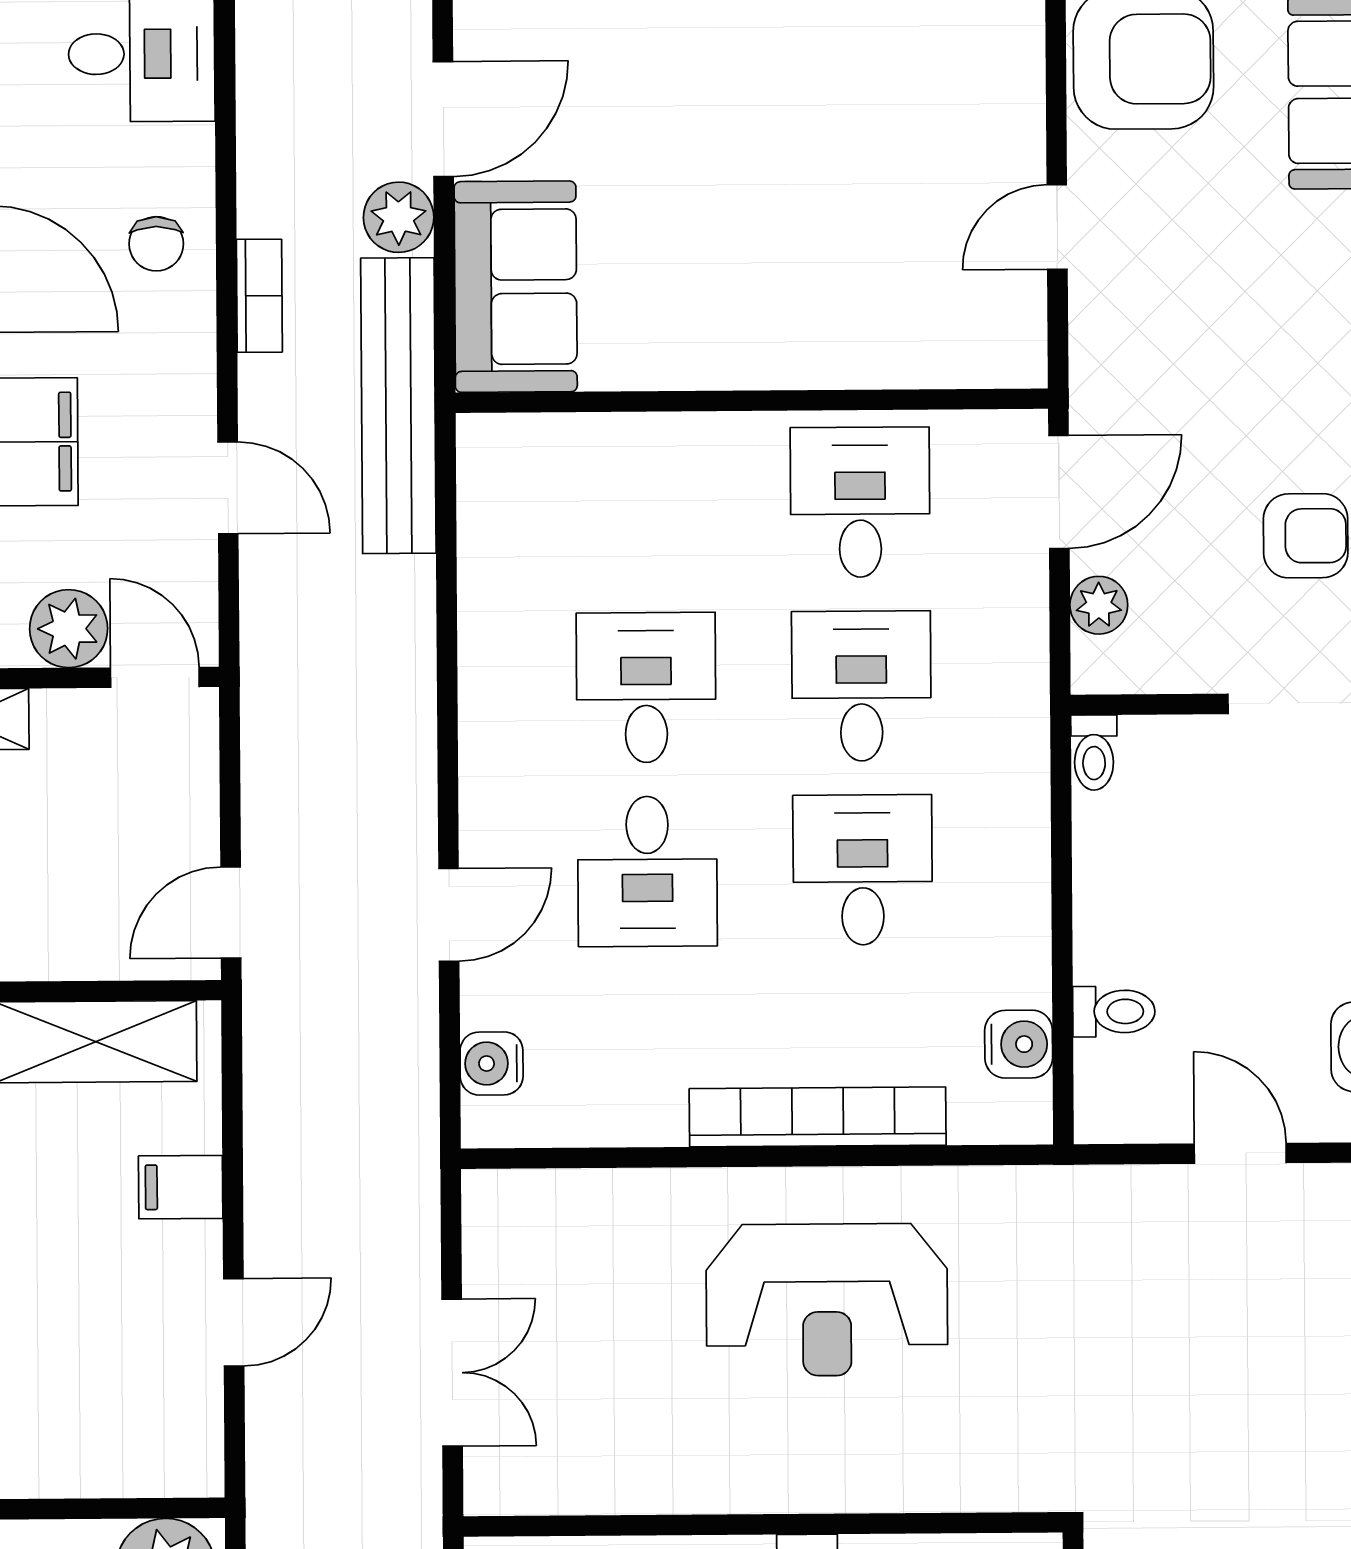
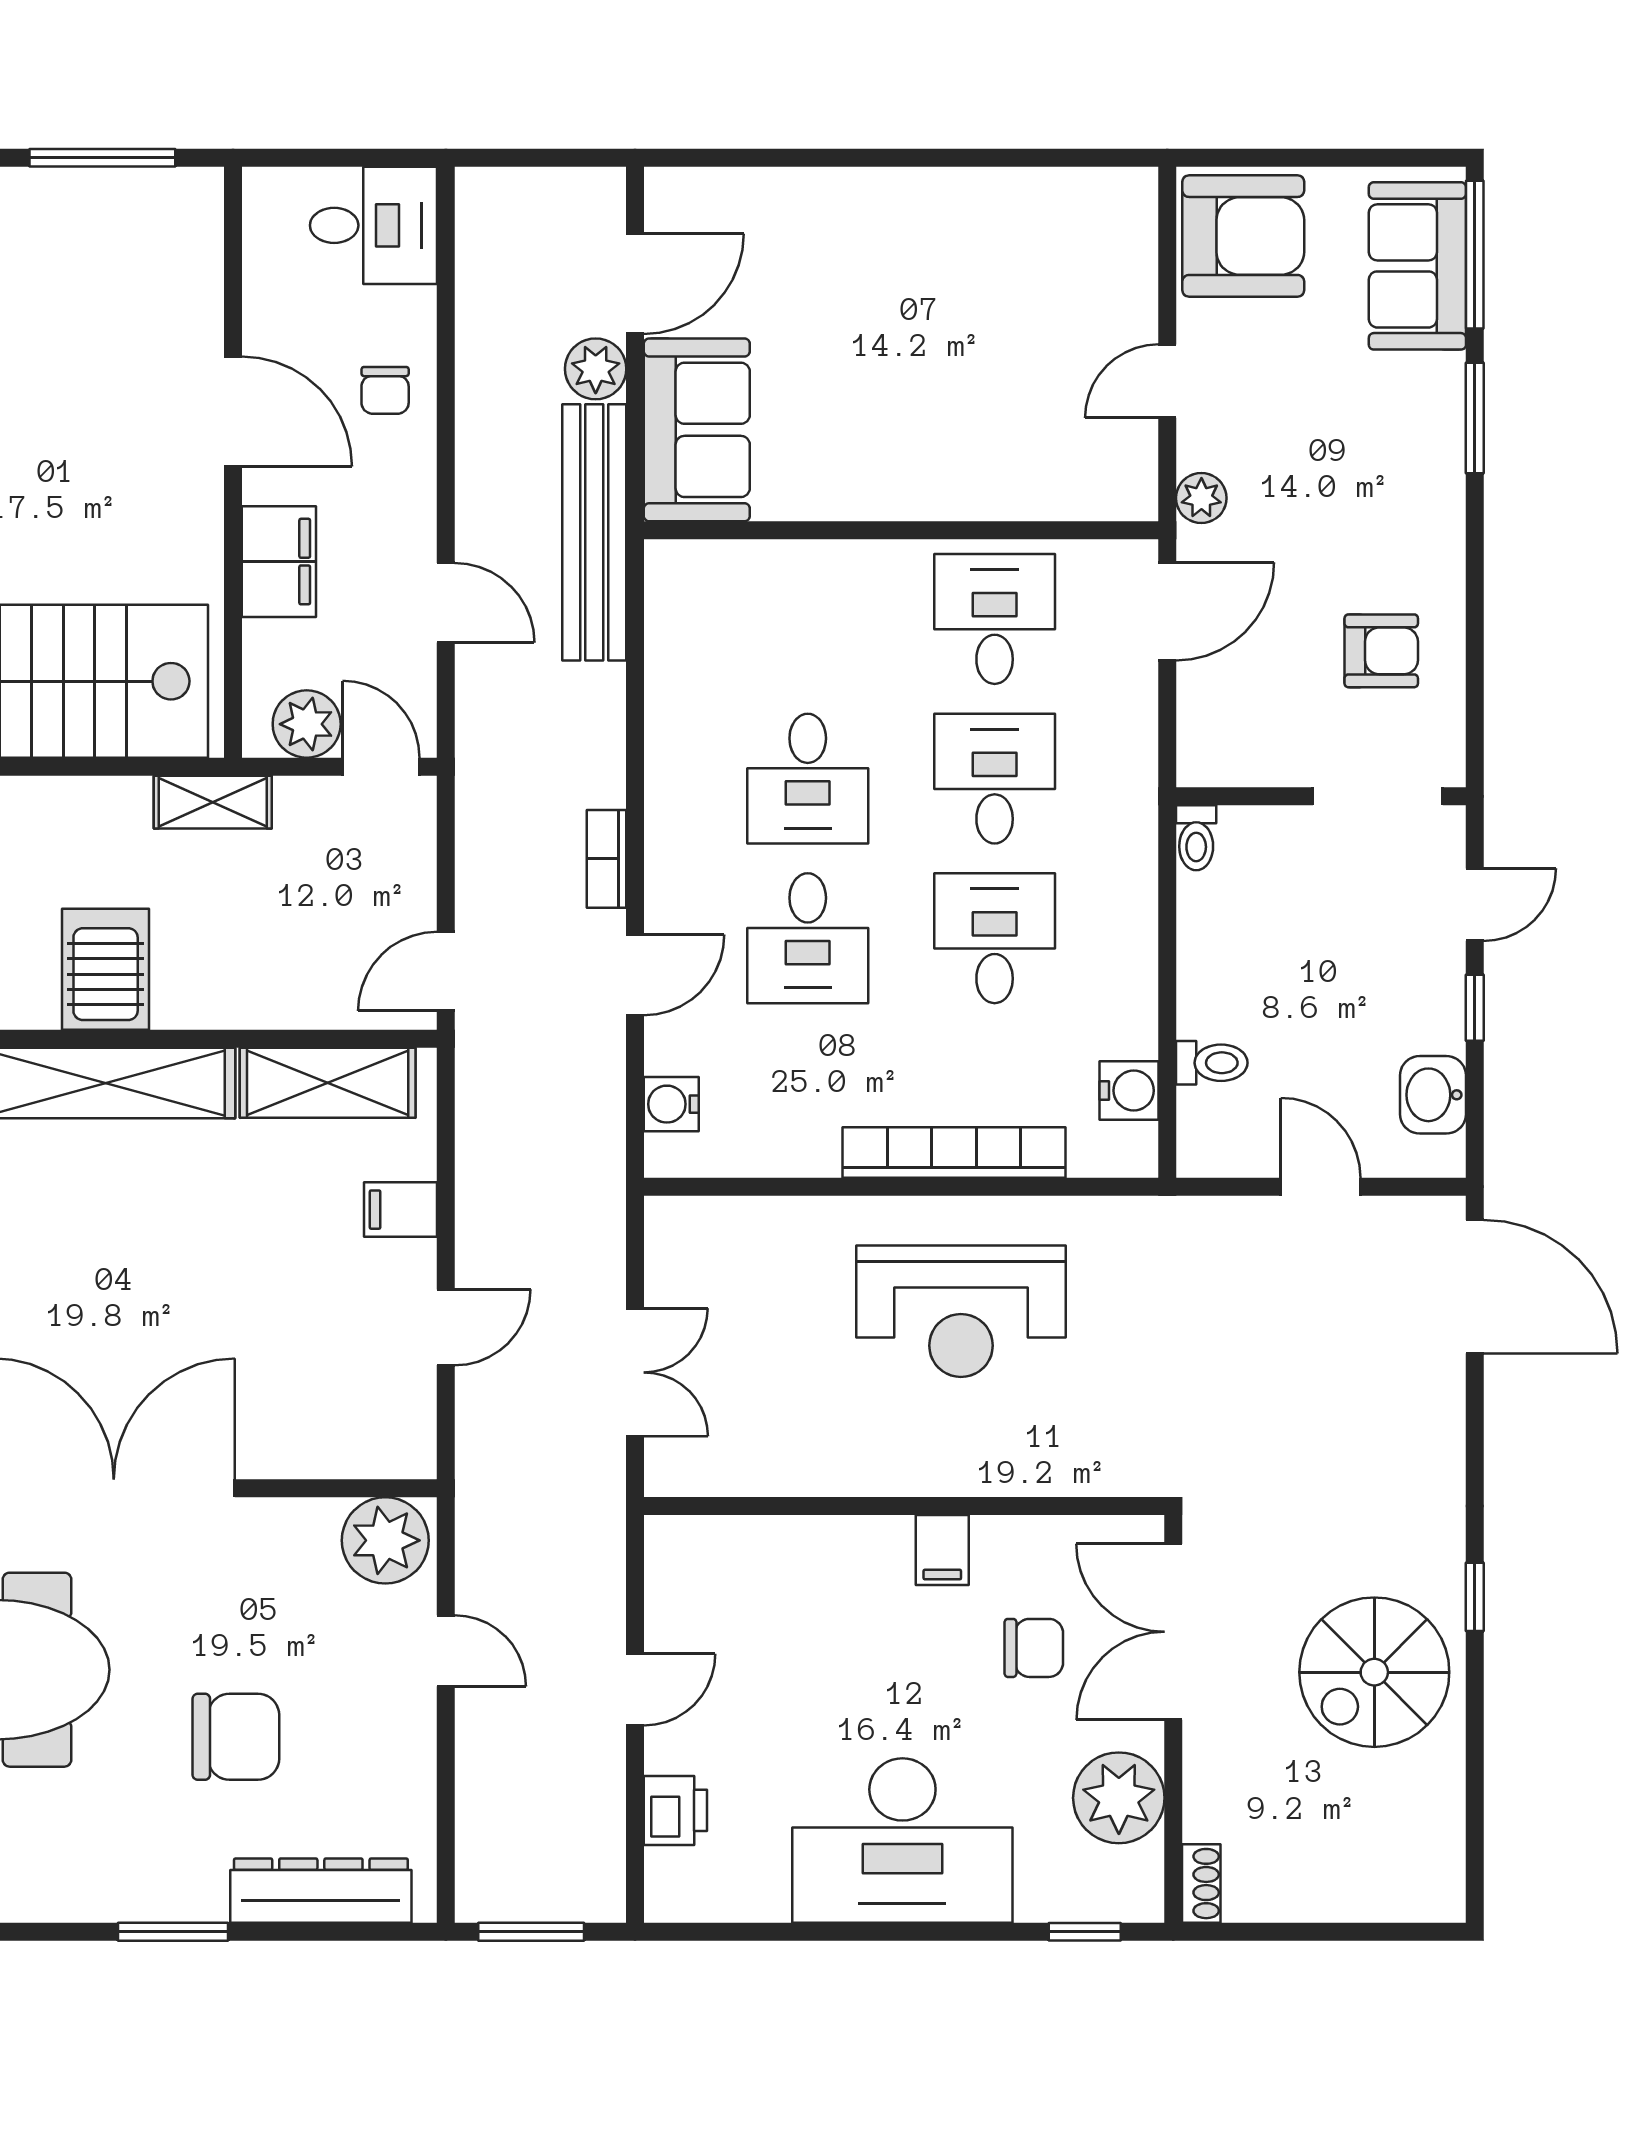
bookcase: (259, 296) -> (607, 859), moved, turned 180
plant: (1099, 605) -> (1201, 498), moved
desk: (646, 688) -> (808, 779), turned 180

